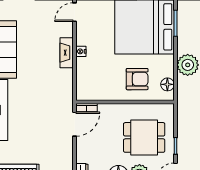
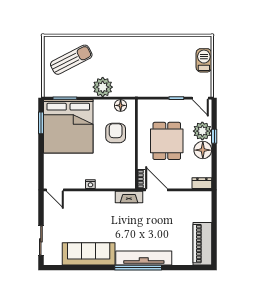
fireplace: (67, 53) -> (129, 197), moved
dining table: (144, 137) -> (167, 141), moved

